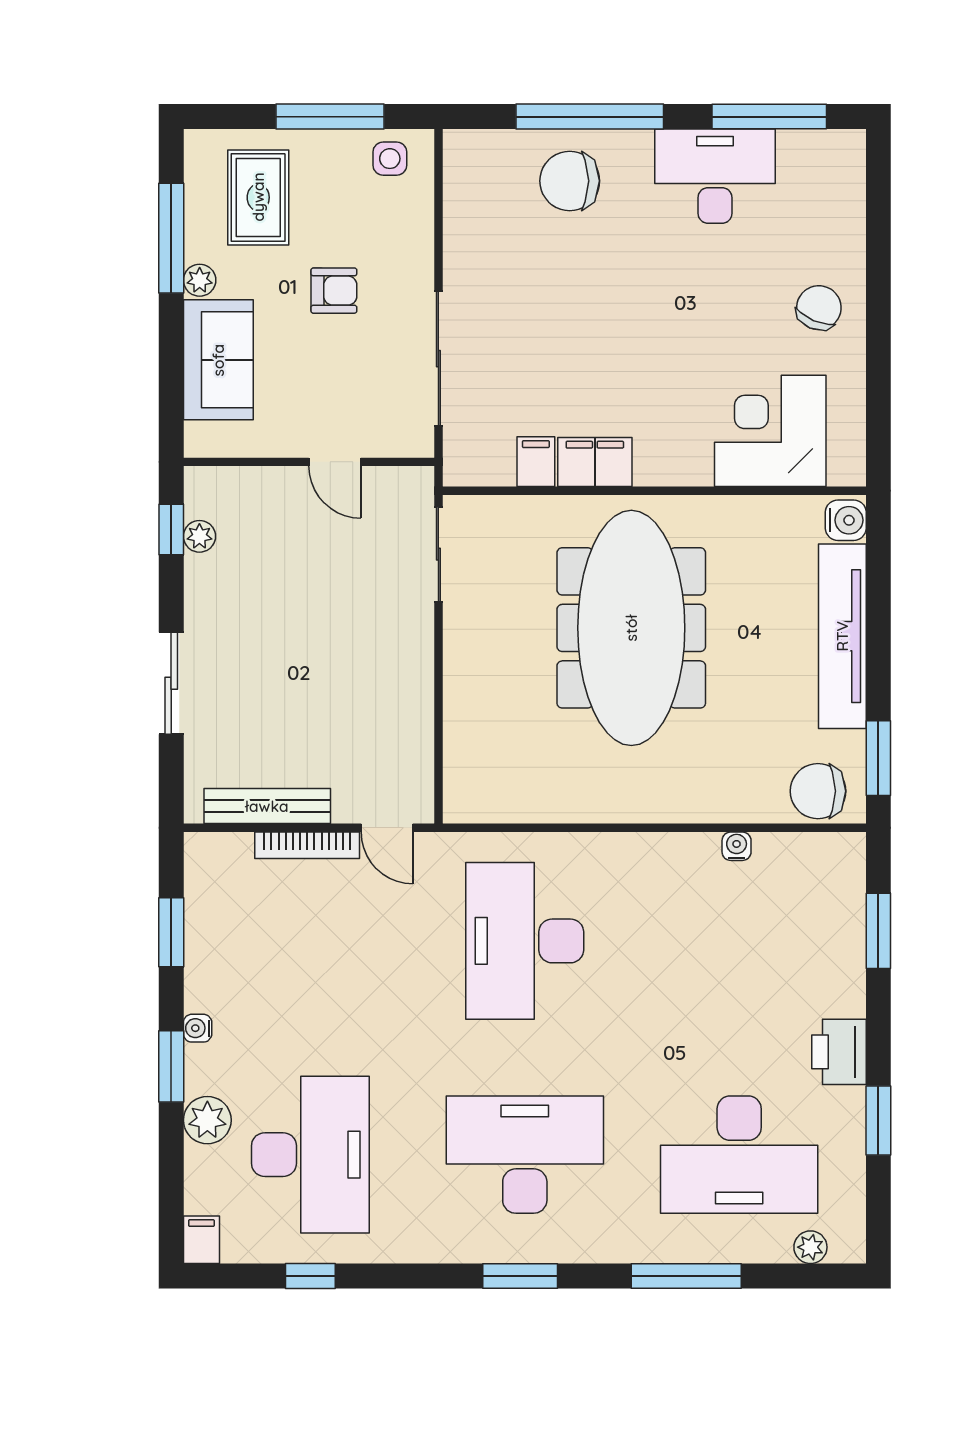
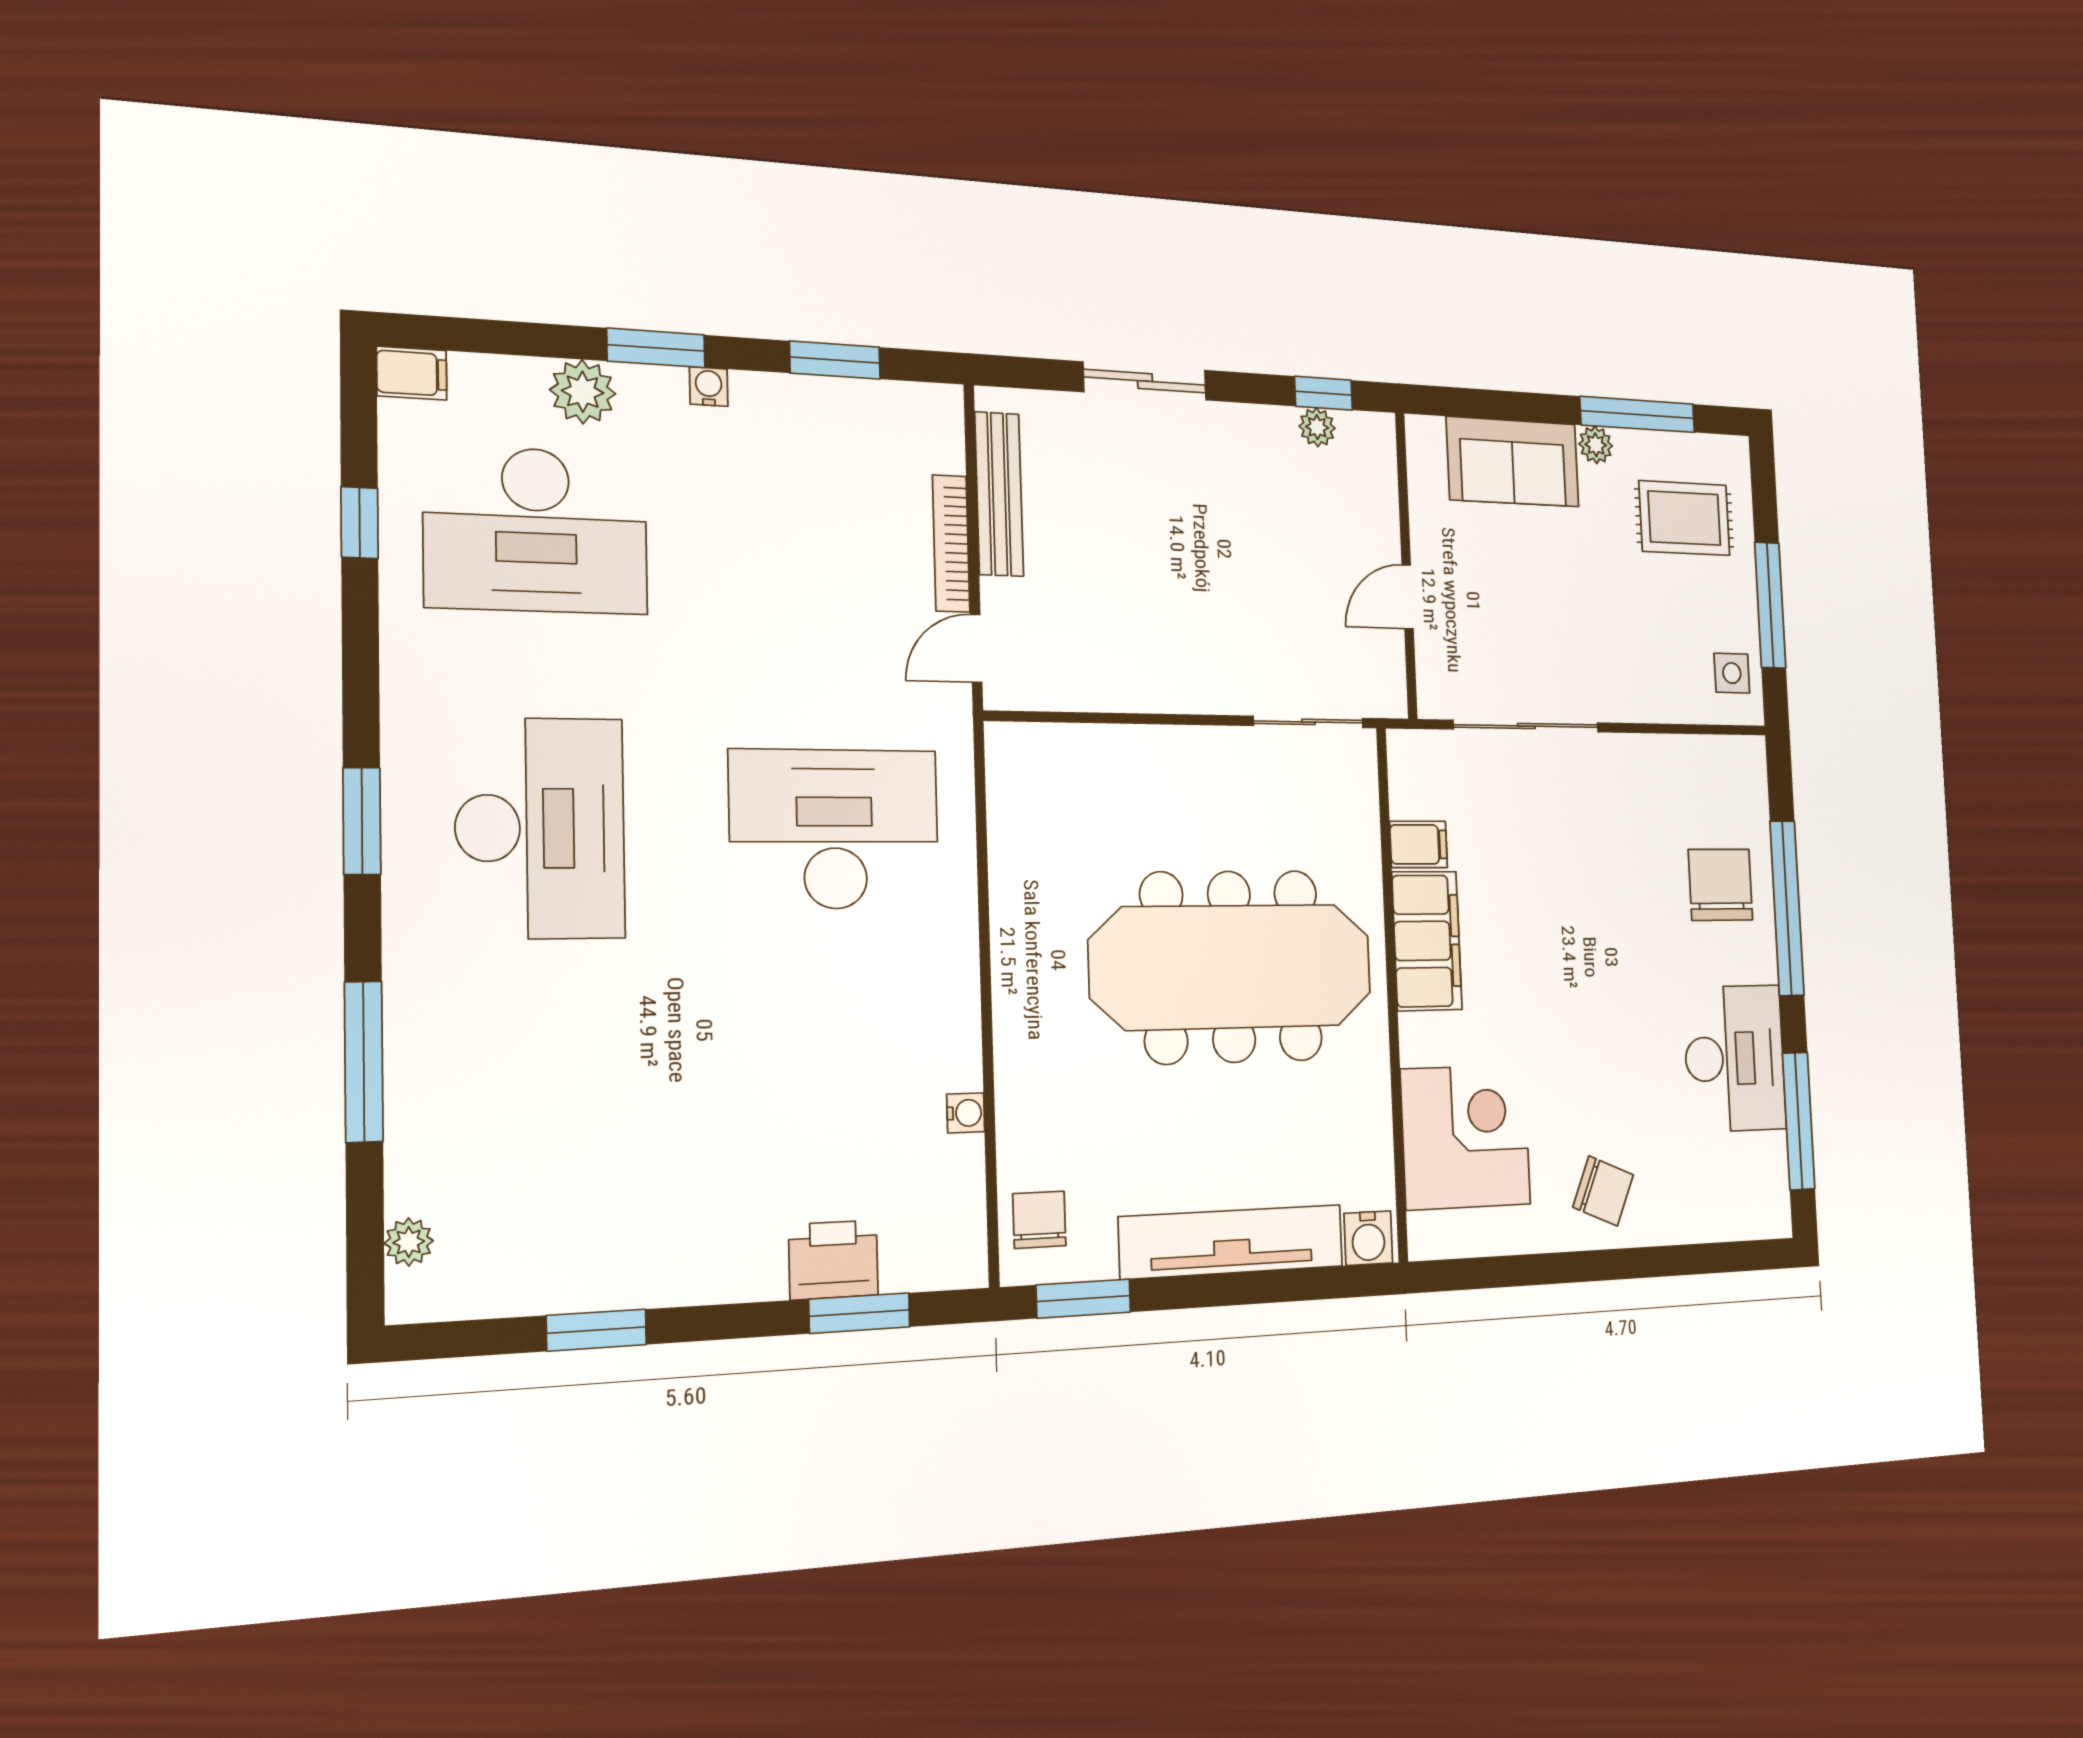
armchair: (334, 291) -> (1593, 603), removed
filing cabinet: (595, 462) -> (1427, 941), width x1.50, depth x1.17
chair: (818, 791) -> (1039, 1220), width x0.73, depth x0.73
printer: (839, 1052) -> (833, 1260), moved
desk: (739, 1155) -> (544, 1132), removed

